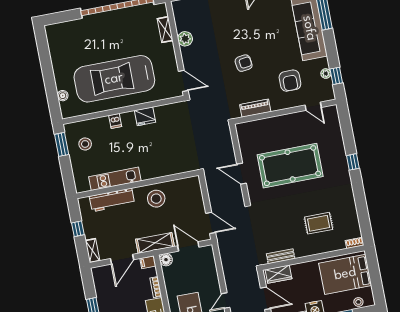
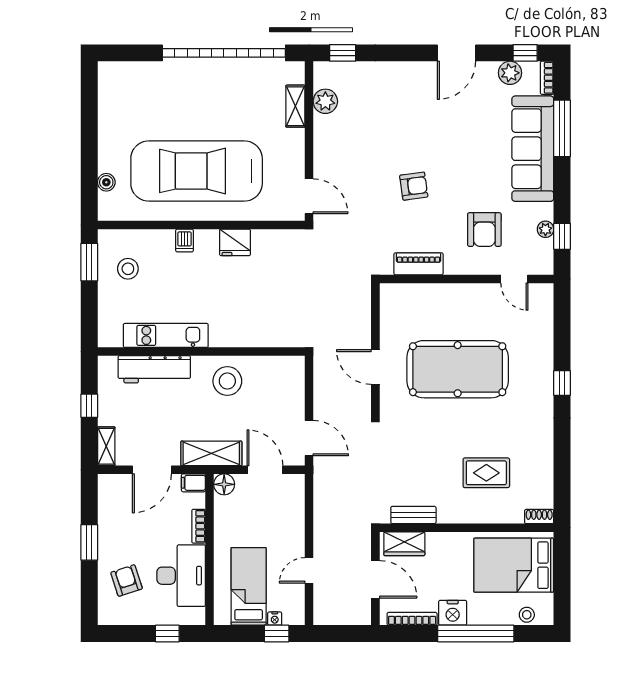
plant: (185, 39) -> (325, 101), moved

